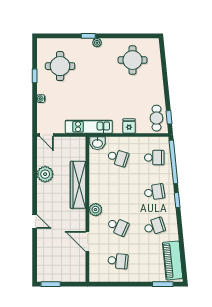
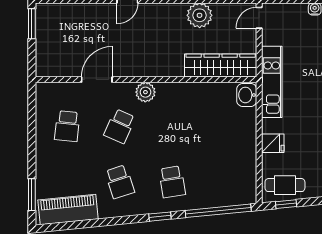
school desk: (118, 158) -> (225, 126), removed
school desk: (154, 158) -> (225, 182), removed
wardrobe: (78, 185) -> (221, 65), moved

